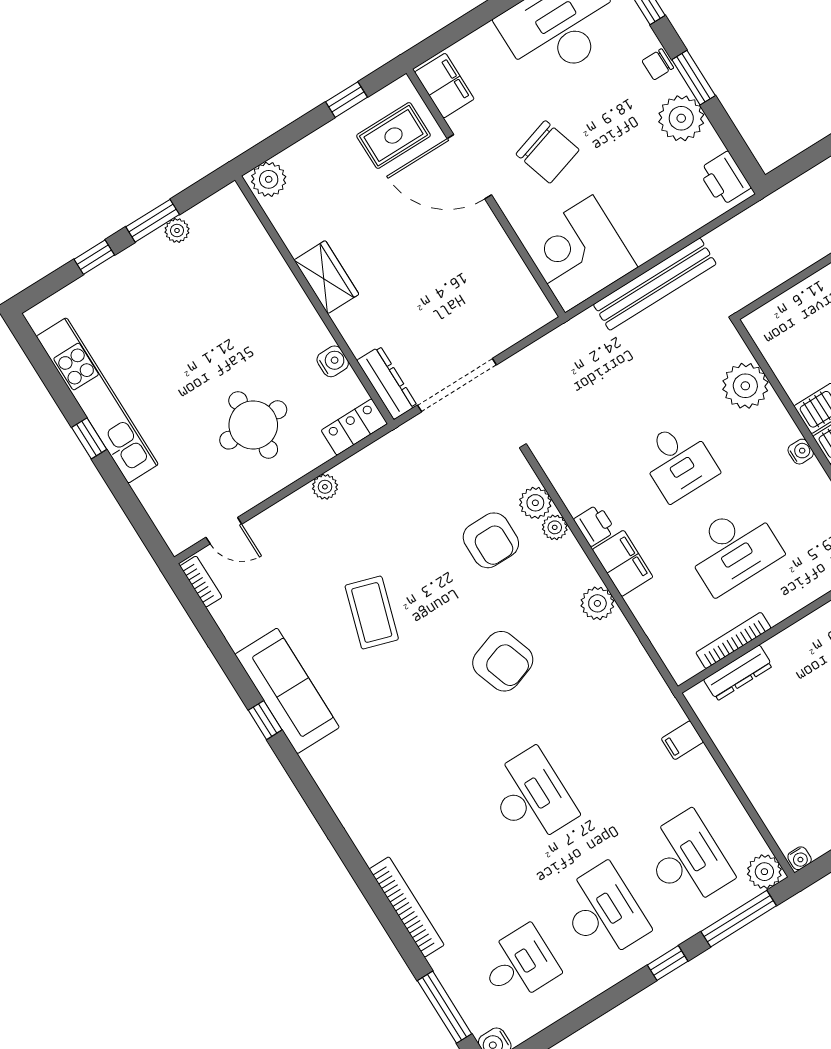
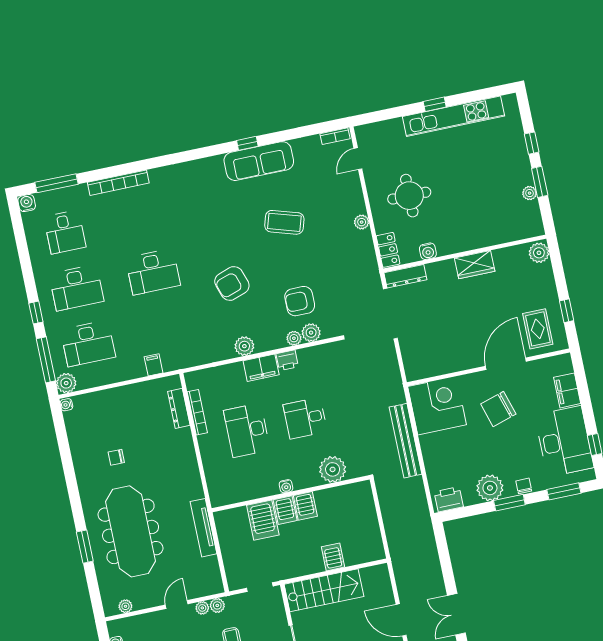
filing cabinet: (444, 86) -> (567, 390), moved, turned 90

